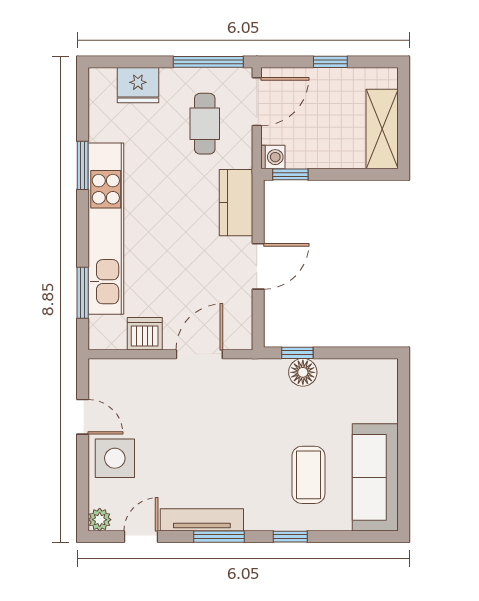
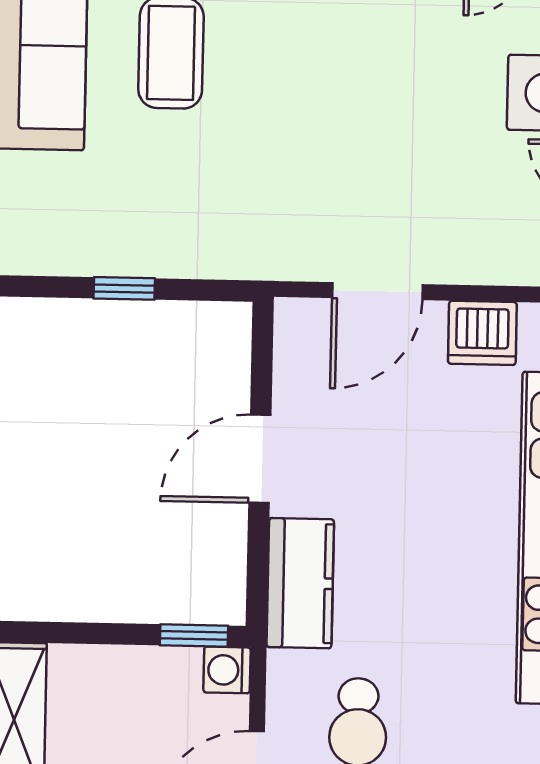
window: (297, 353) -> (124, 288), moved
floor lamp: (303, 372) -> (178, 252), removed

